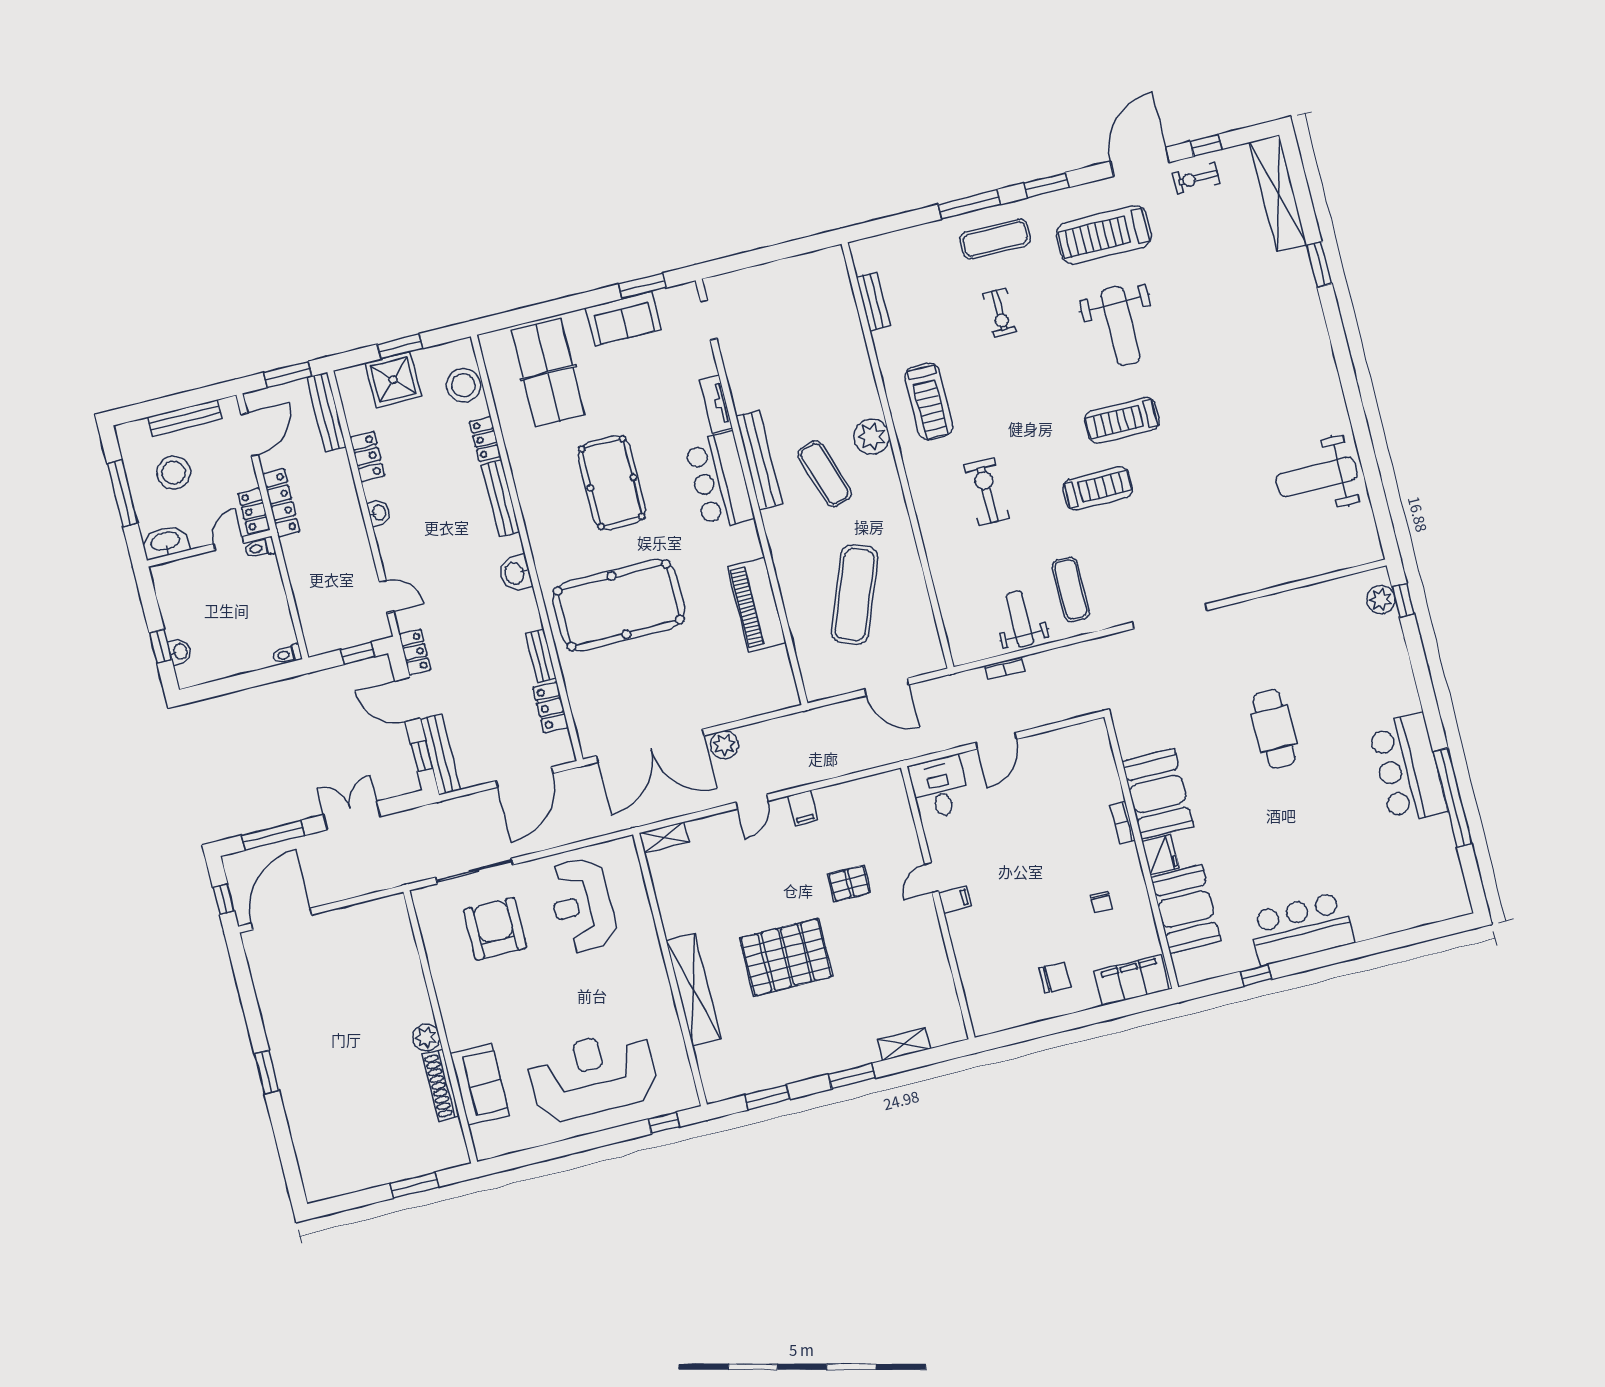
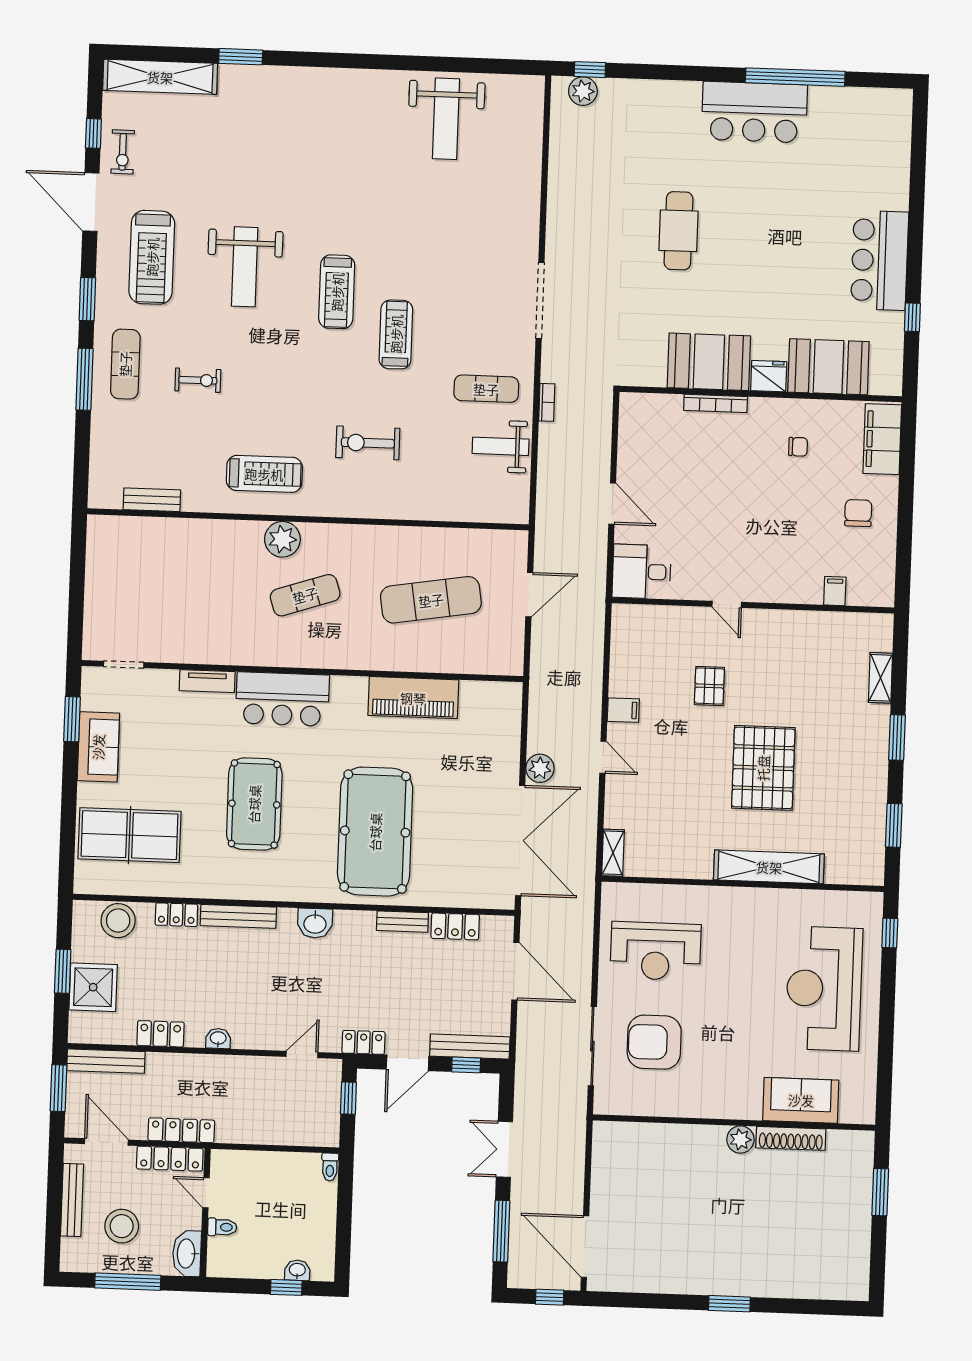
weight bench: (1120, 326) -> (245, 267), turned 90
bench: (759, 460) -> (274, 655), removed
pool table: (612, 483) -> (254, 804), turned 90
locker: (254, 511) -> (170, 1159), width x1.53
toilet: (260, 548) -> (222, 1227), moved, turned -90
exercise mat: (855, 595) -> (431, 600), turned -30
bookcase: (1004, 668) -> (547, 402), moved
cafe table: (1274, 729) -> (679, 231), turned 90
bookcase: (1123, 823) -> (716, 403), width x1.56
filing cabinet: (955, 900) -> (835, 591), moved

